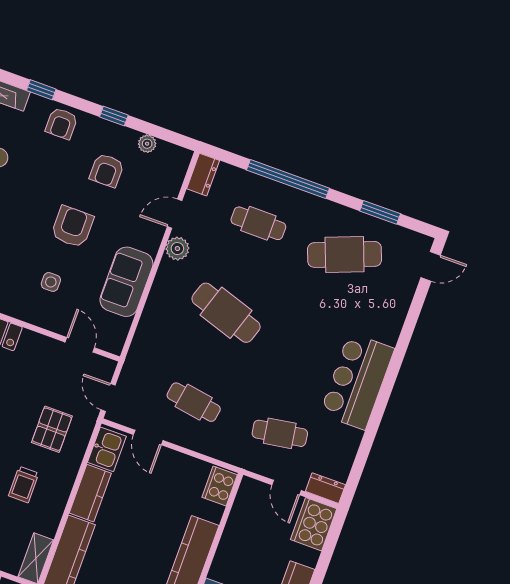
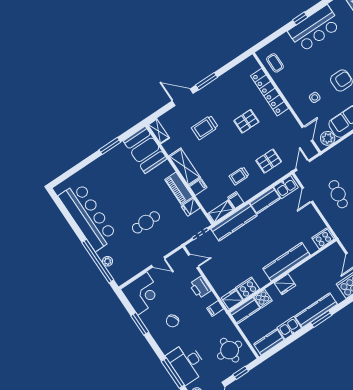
plant: (116, 330) -> (328, 138), added
filing cabinet: (45, 525) -> (236, 200), added

